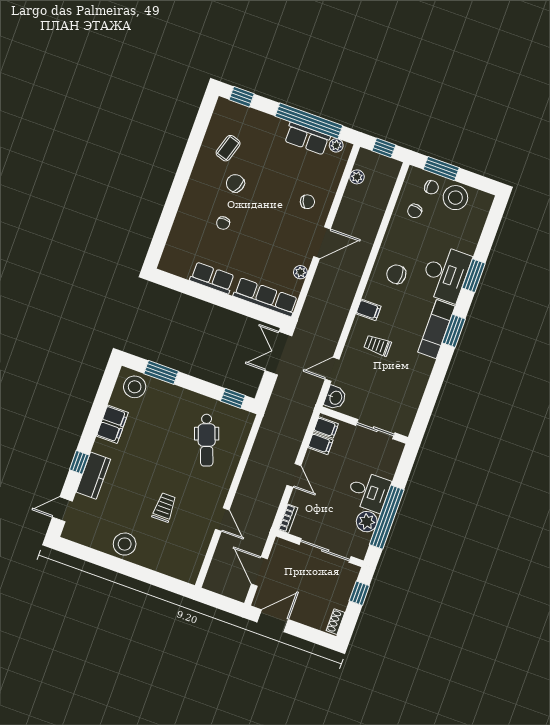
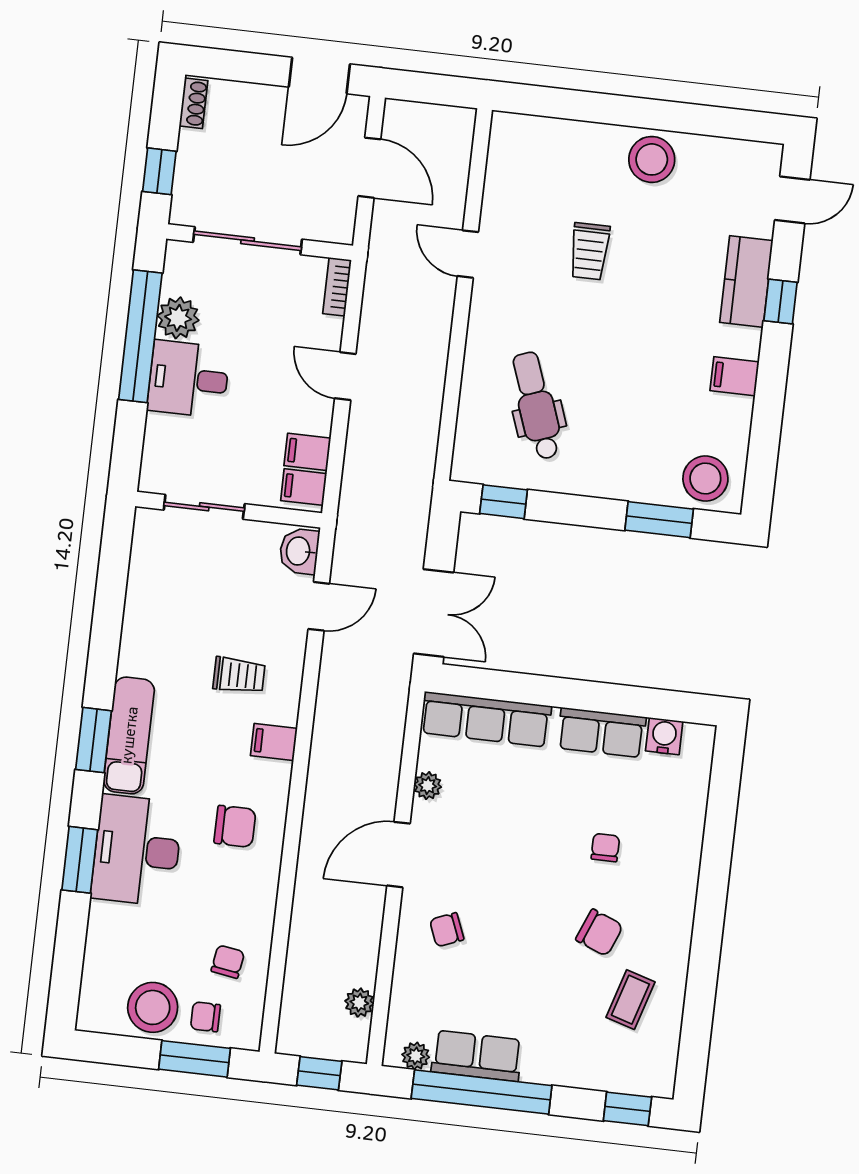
water cooler: (183, 269) -> (664, 736), added
filing cabinet: (112, 424) -> (734, 376), width x0.50

